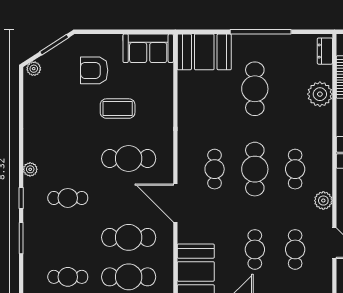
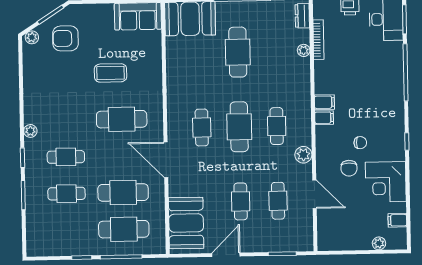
armchair: (94, 70) -> (65, 38), moved
plant: (320, 94) -> (304, 50), width x0.53, depth x0.53
cafe table: (68, 277) -> (67, 194), moved

